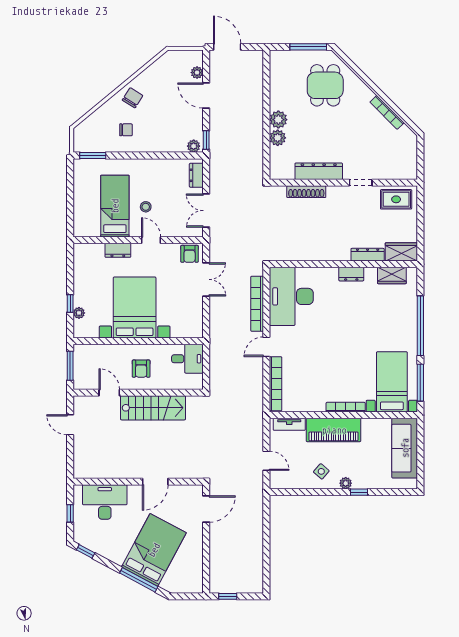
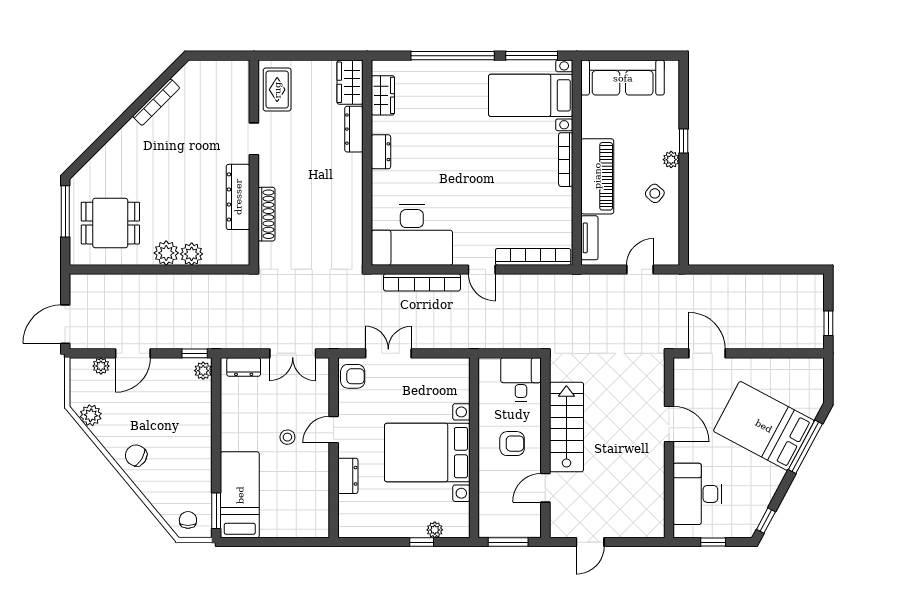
plant: (162, 65) -> (91, 415), added
dining table: (325, 85) -> (110, 223), moved
chair: (126, 130) -> (188, 520), moved
bed: (115, 206) -> (240, 495), moved, turned 90
desk: (187, 359) -> (521, 379), moved

